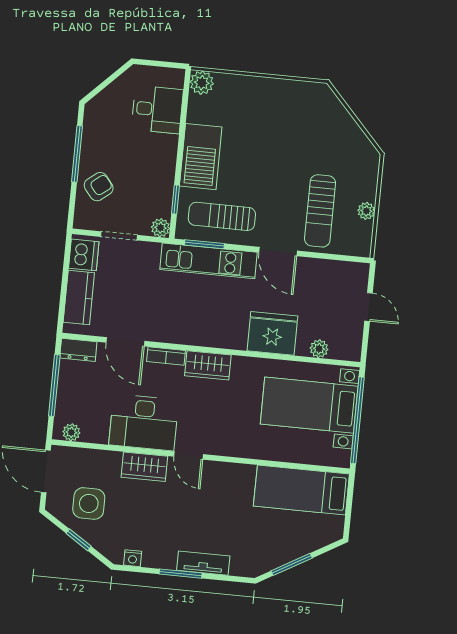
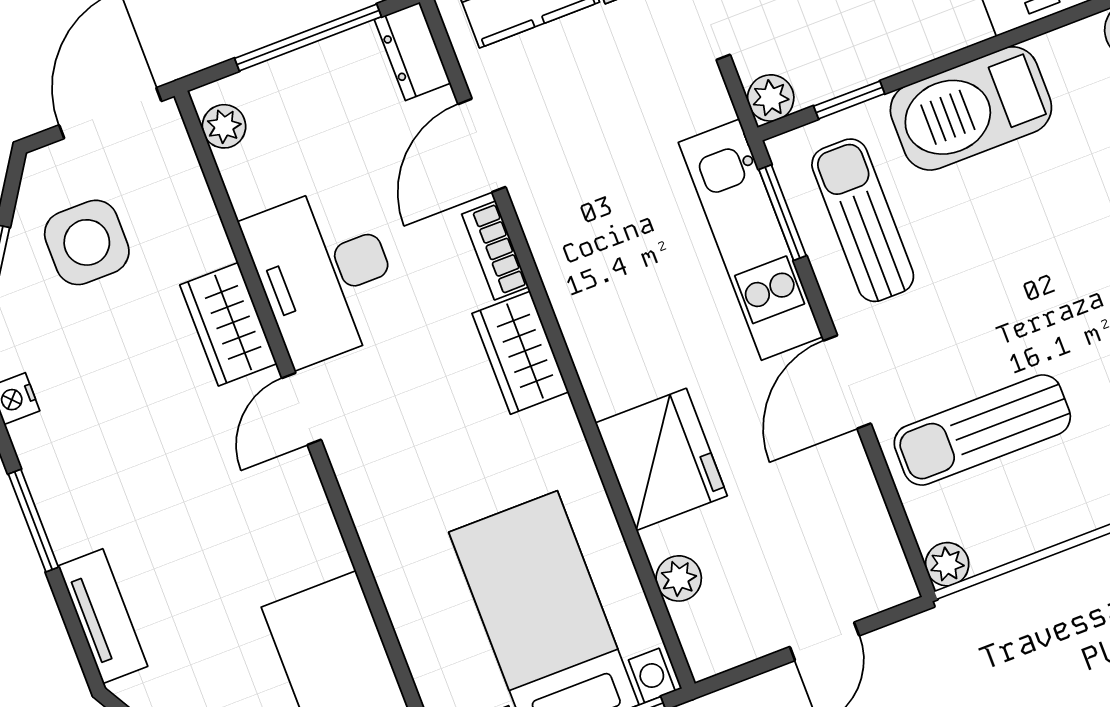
plant: (366, 211) -> (947, 564), moved
tv unit: (203, 563) -> (103, 616), moved

